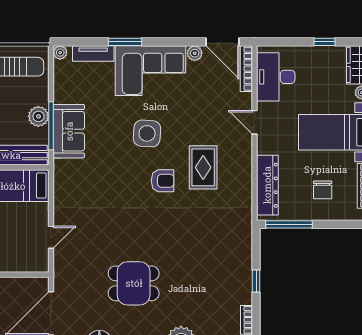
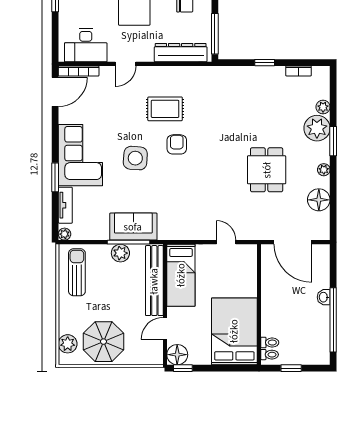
plant: (195, 53) -> (65, 116), removed

